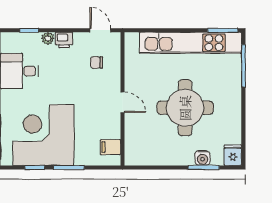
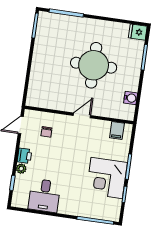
kitchen unit: (190, 43) -> (41, 53), removed
corner desk: (43, 135) -> (107, 178), width x0.74, depth x0.74
water cooler: (202, 158) -> (131, 98), moved

